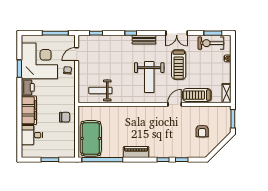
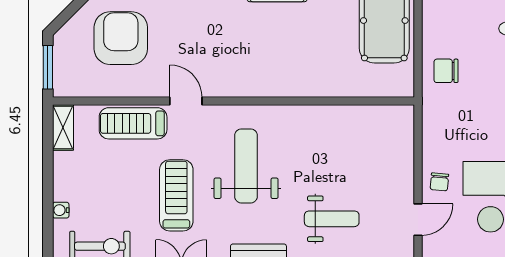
weight bench: (100, 90) -> (332, 219), moved
treadmill: (197, 95) -> (133, 123), turned 180
door: (175, 104) -> (186, 101), swing flipped
armchair: (202, 131) -> (121, 38), width x1.88, depth x1.88

